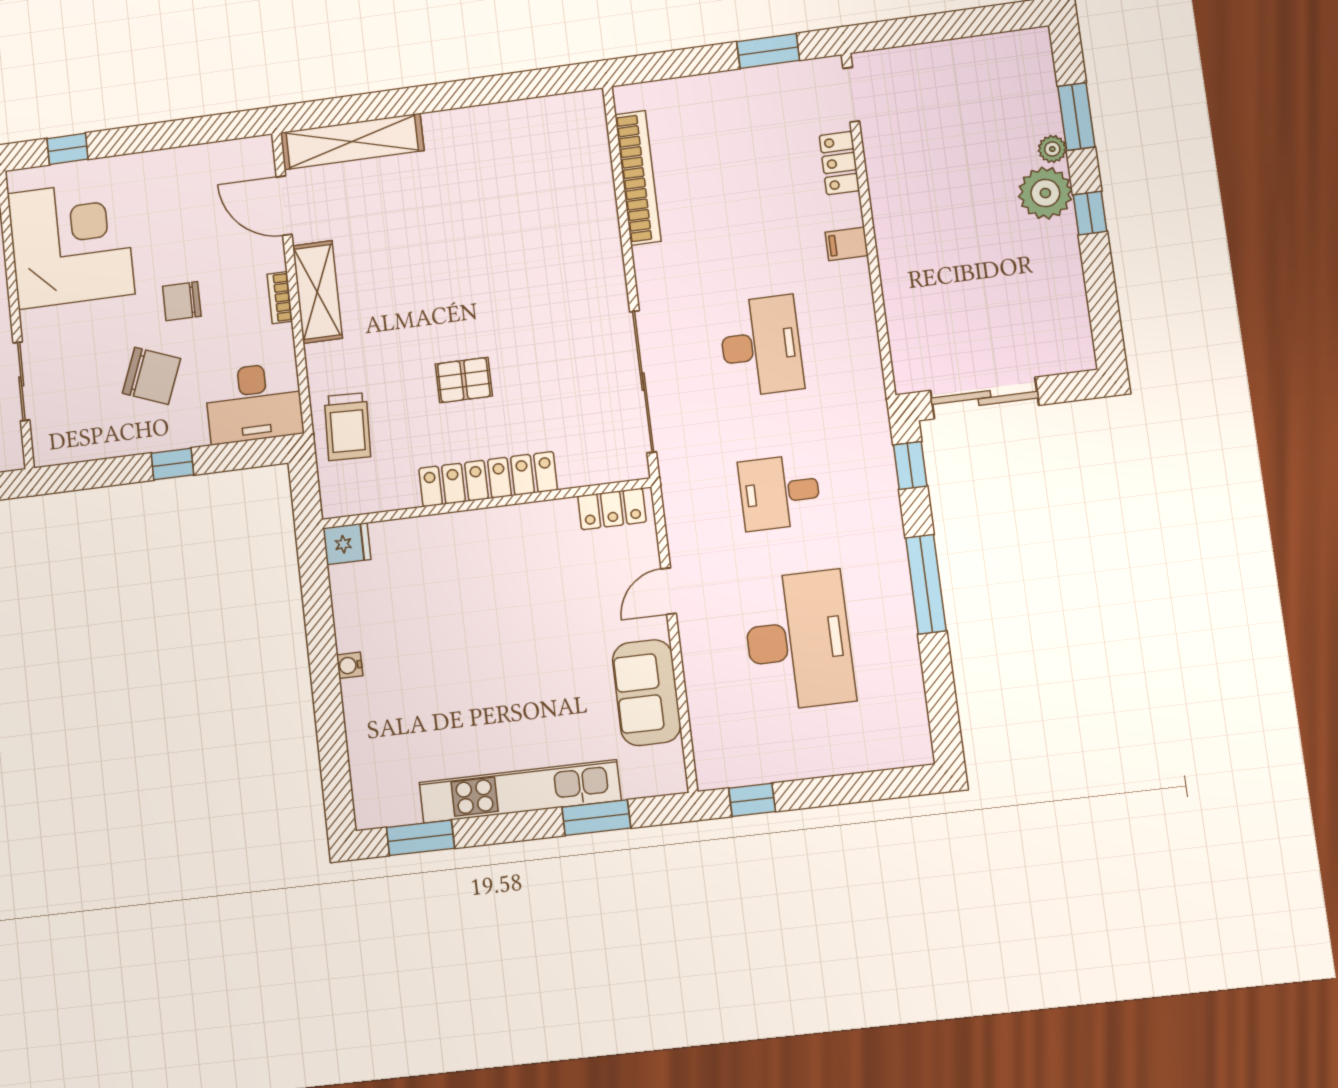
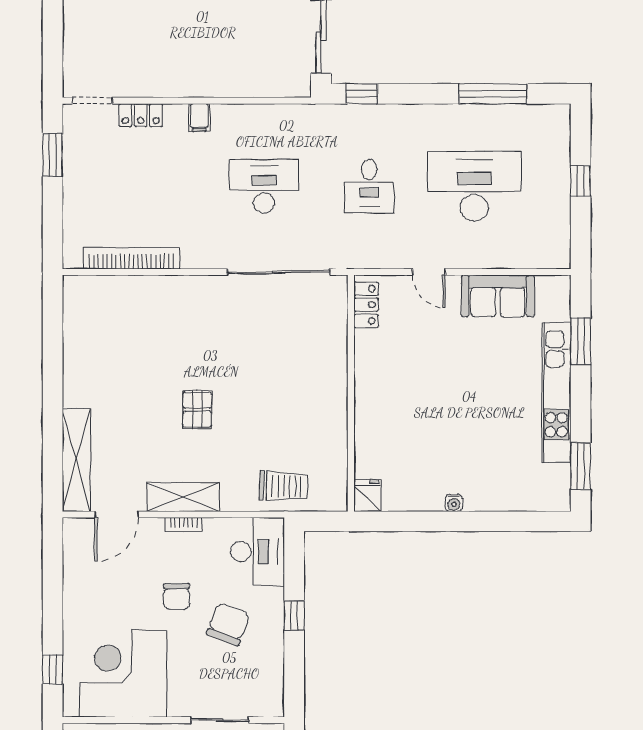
pallet: (464, 380) -> (197, 410), moved
locker: (488, 479) -> (334, 390), removed
window: (926, 584) -> (493, 94), moved
window: (752, 800) -> (581, 181), moved

